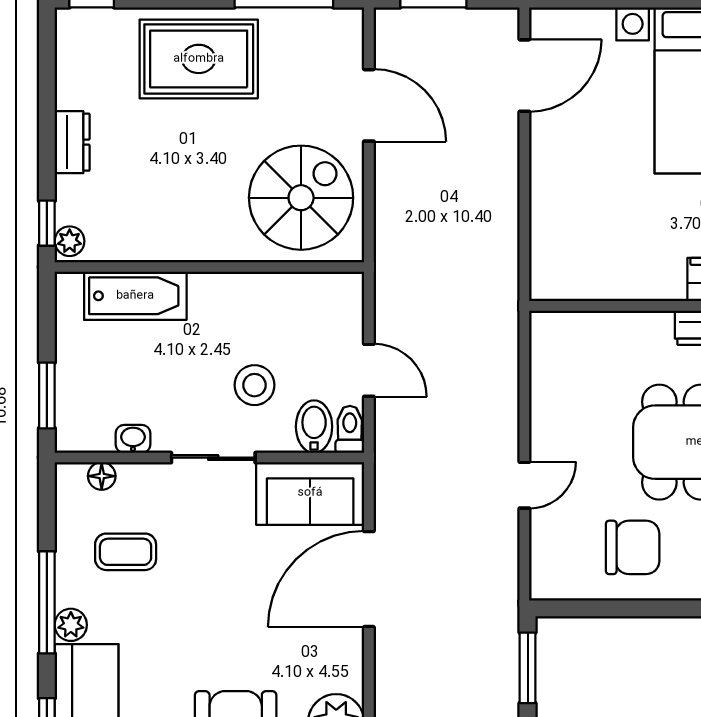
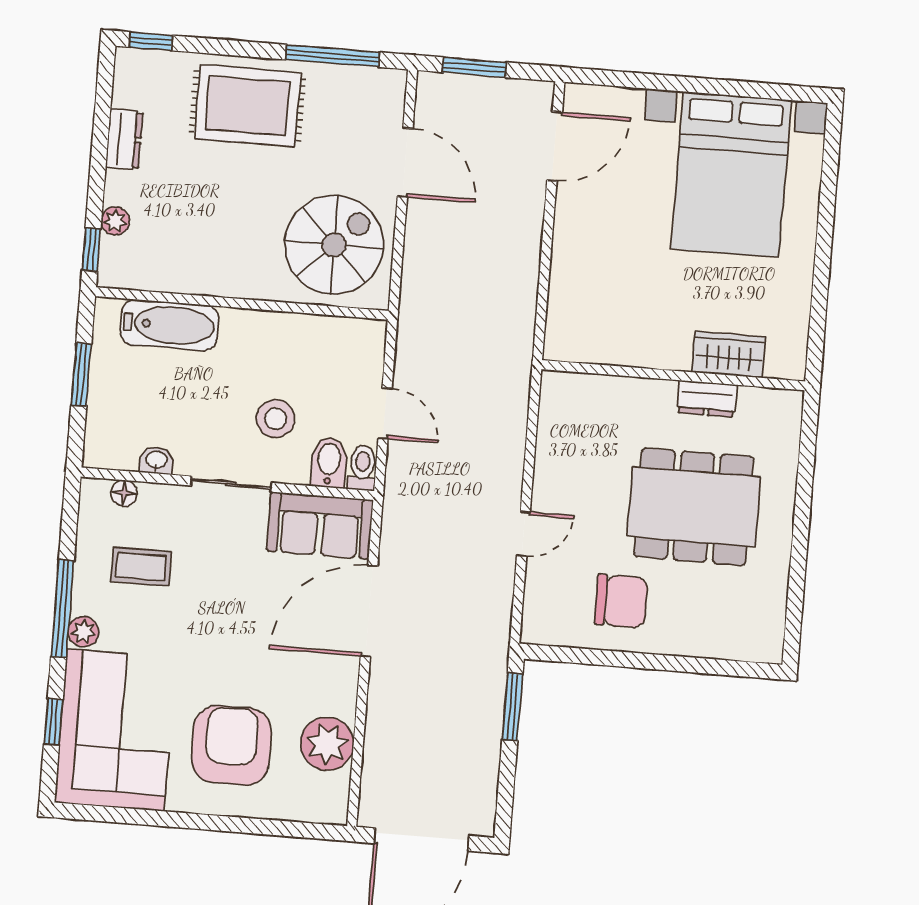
dresser: (72, 142) -> (124, 139), moved
plant: (70, 241) -> (115, 221), moved
window: (47, 395) -> (81, 375), moved

